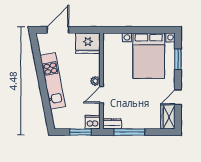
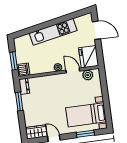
plant: (109, 47) -> (88, 75), added
bed with nightstands: (149, 56) -> (86, 115), width x0.73
door: (101, 95) -> (73, 71), moved
window: (129, 132) -> (19, 101), width x0.69

